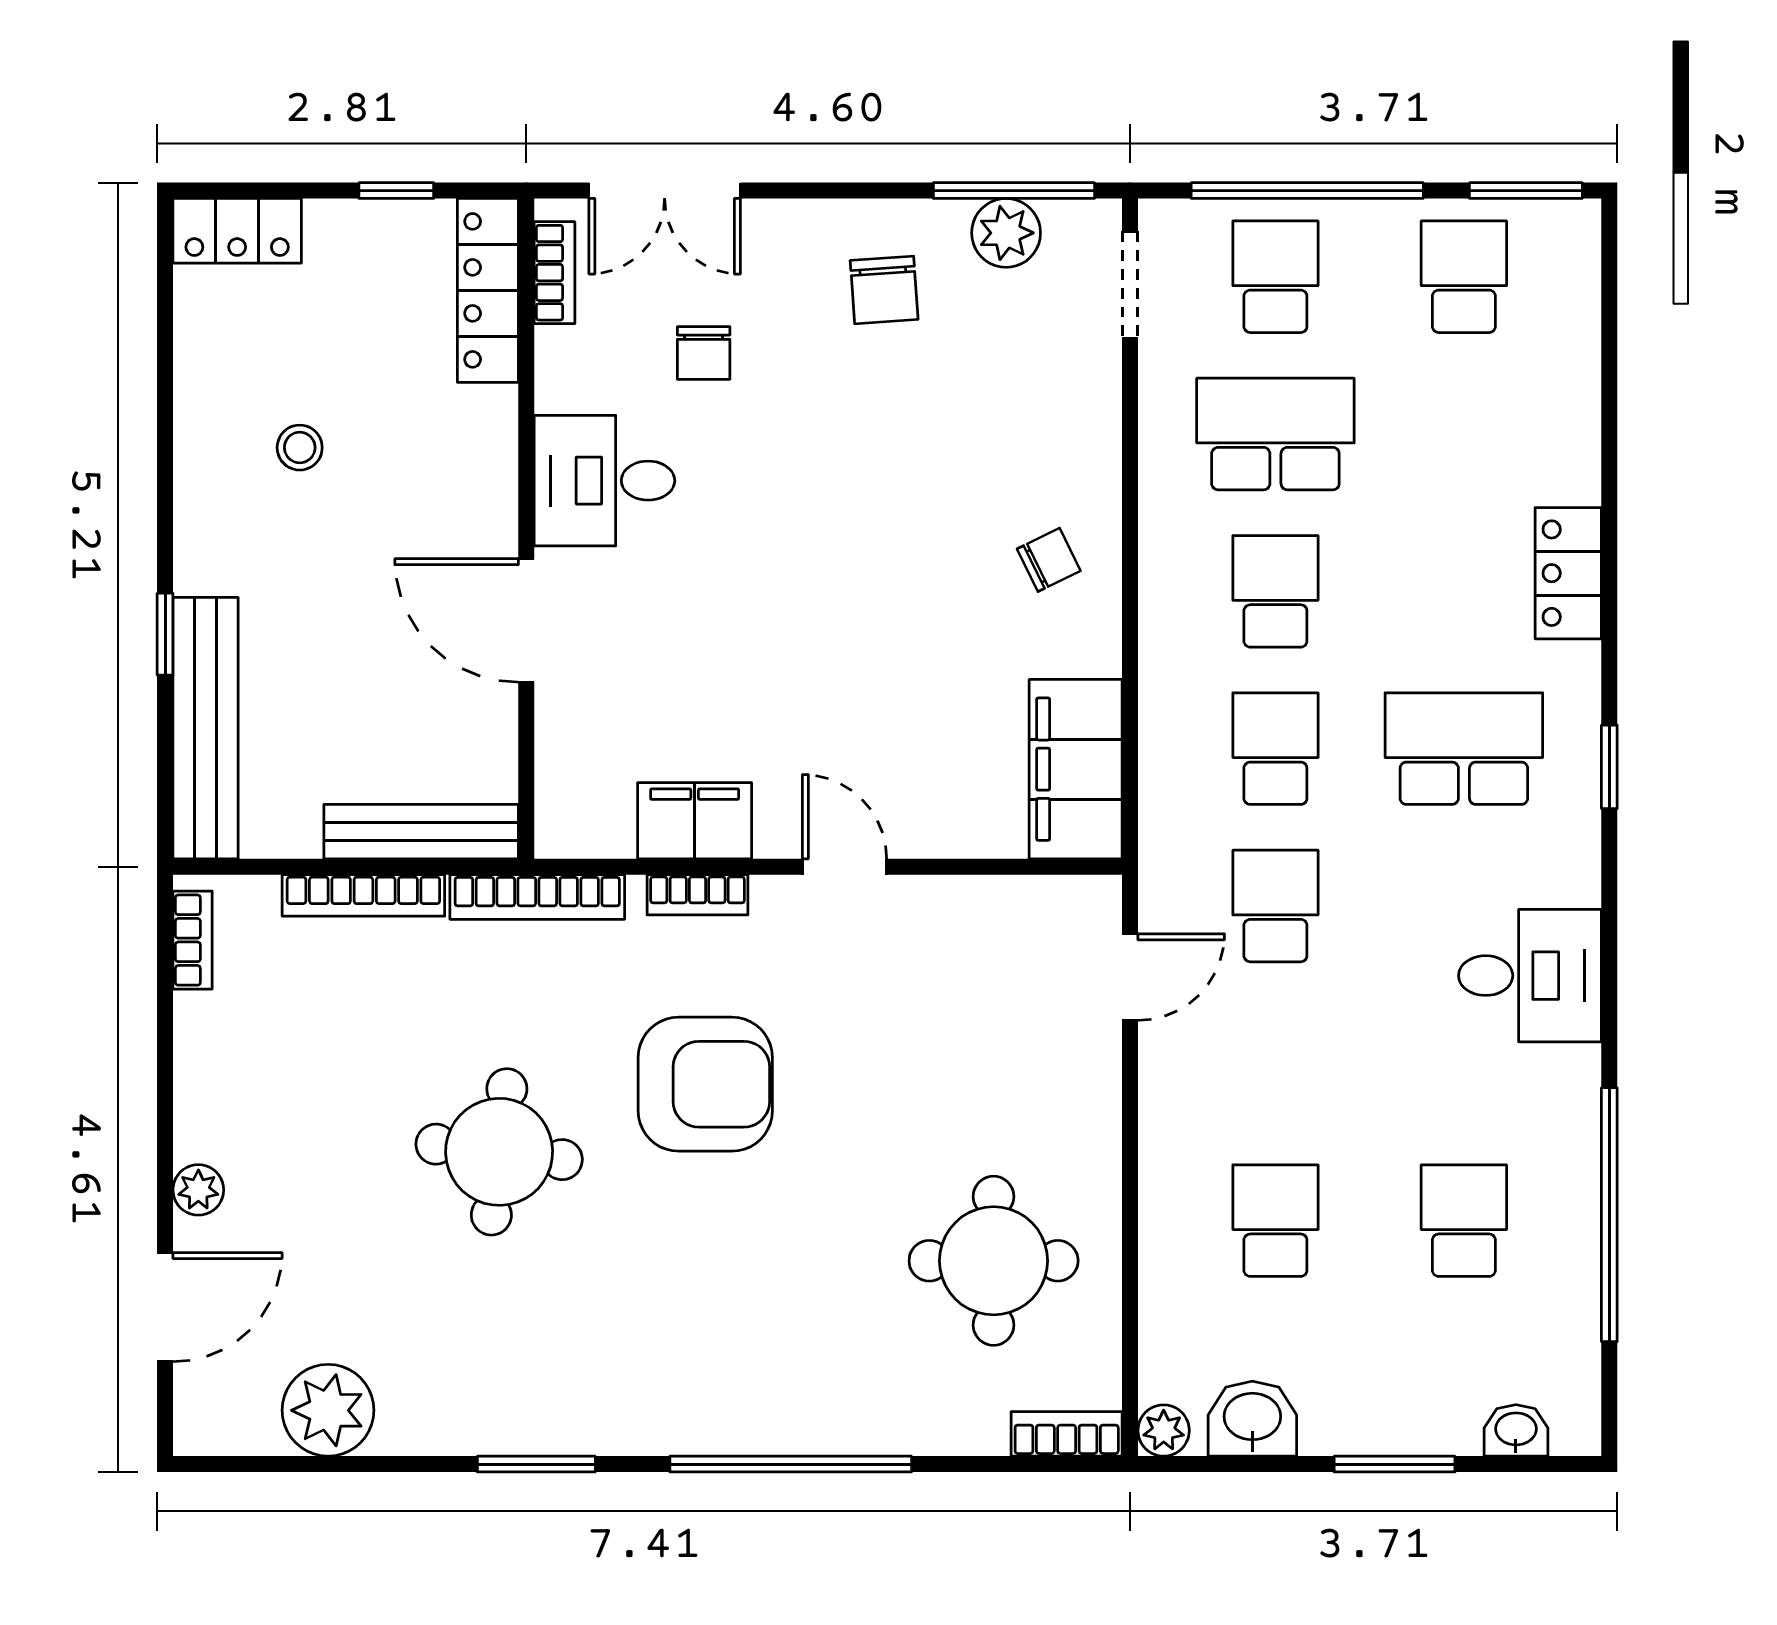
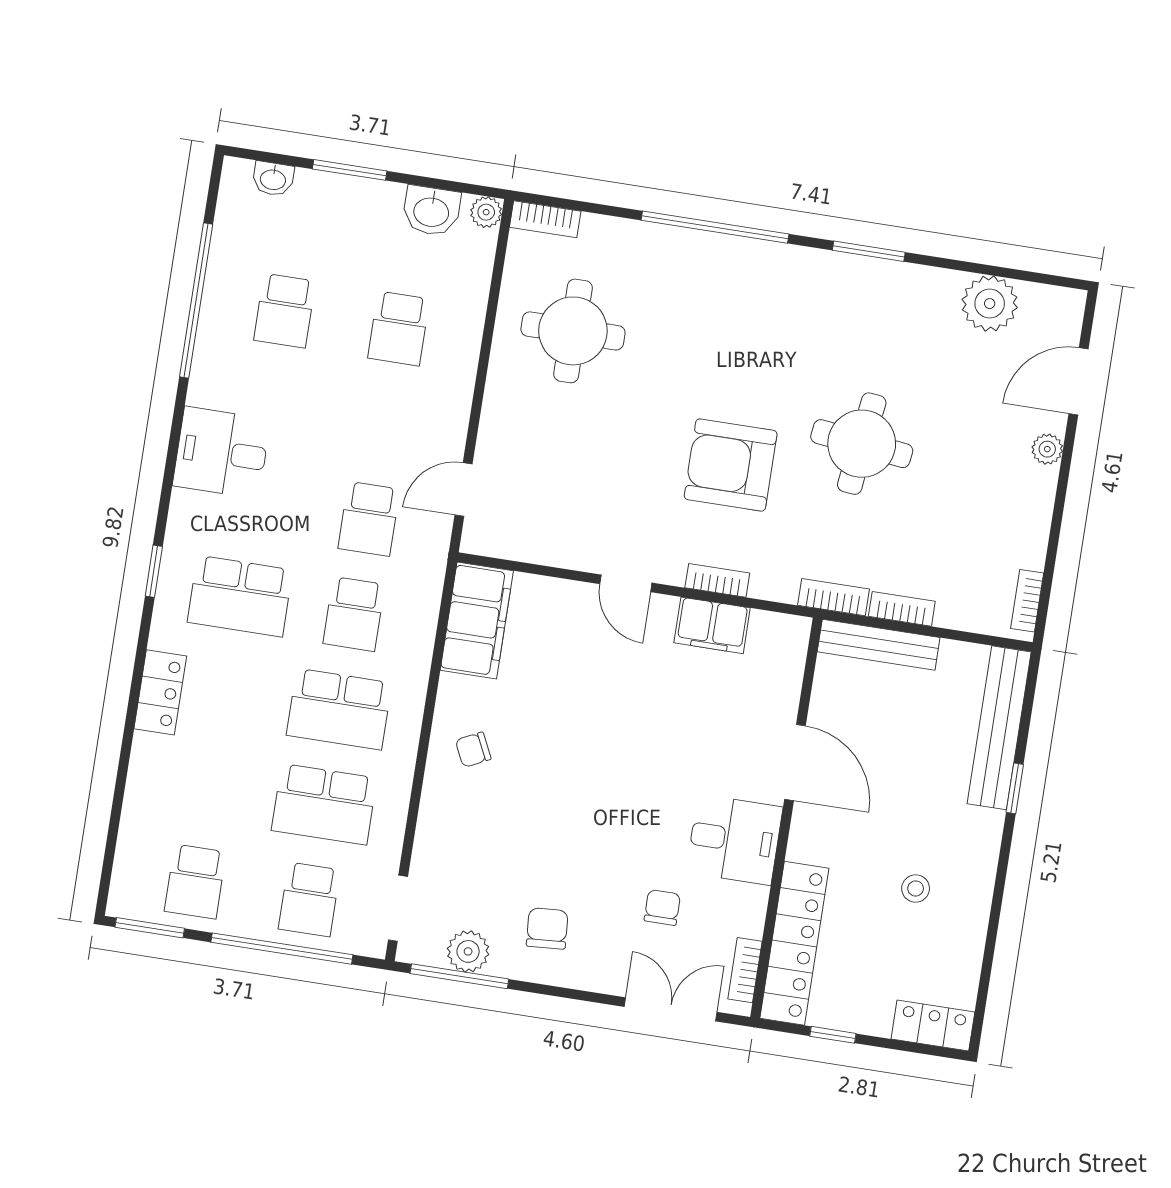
locker: (488, 290) -> (794, 943), width x1.41, depth x1.21
school desk: (1275, 591) -> (339, 709), width x1.85
bookcase: (363, 895) -> (902, 609), width x0.64
bookcase: (537, 897) -> (834, 597), width x0.64

